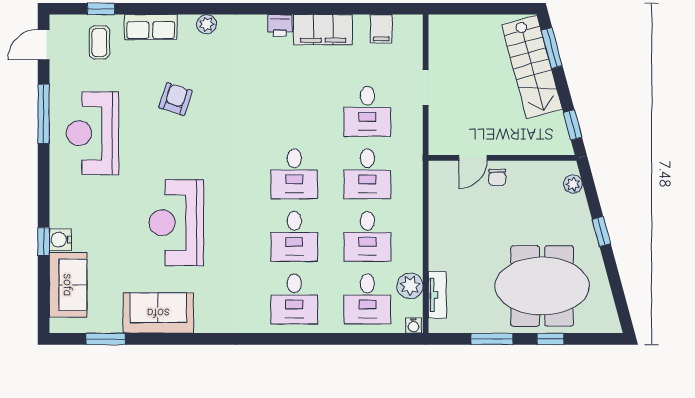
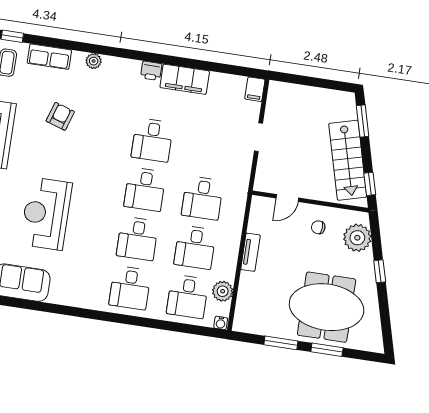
filing cabinet: (381, 29) -> (255, 89), moved
stairs: (532, 67) -> (348, 160), moved
desk: (367, 111) -> (152, 140), moved
chair: (497, 177) -> (318, 227), moved, turned 94
plant: (573, 184) -> (357, 238), width x1.88, depth x1.88
tv unit: (437, 295) -> (250, 252), moved
window: (551, 339) -> (327, 350), width x1.50

